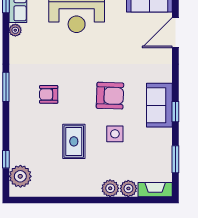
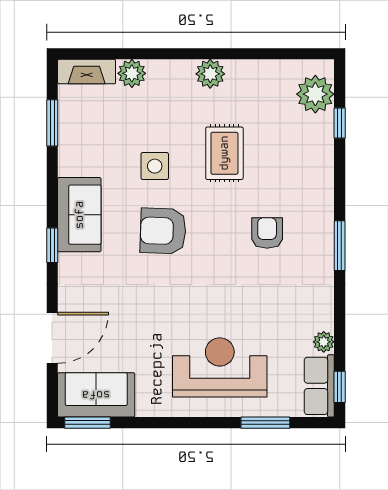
armchair: (49, 94) -> (267, 233), turned -90
window: (175, 112) -> (52, 245), moved
plant: (110, 188) -> (210, 74), moved

